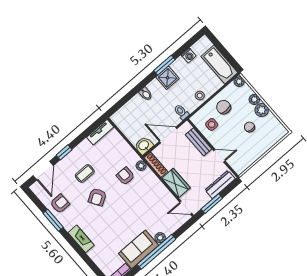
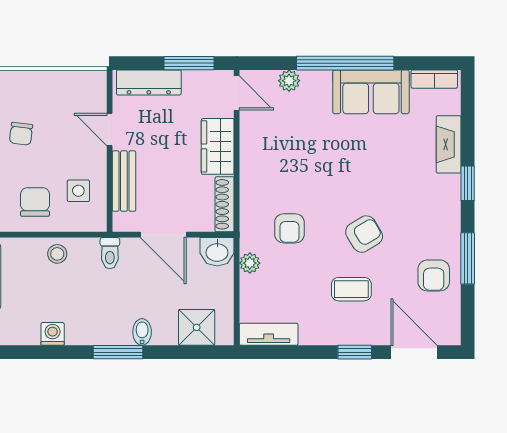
washing machine: (189, 55) -> (53, 334), moved
window: (164, 65) -> (118, 352), moved
shower: (168, 78) -> (197, 327), moved
chair: (224, 107) -> (35, 202), turned 180
plant: (141, 166) -> (250, 263), moved
door: (43, 171) -> (414, 352), hinge flipped
armchair: (60, 204) -> (434, 275), turned -90
plant: (160, 238) -> (289, 81), moved
fireplace: (81, 239) -> (449, 144), moved
window: (76, 247) -> (468, 183), added

